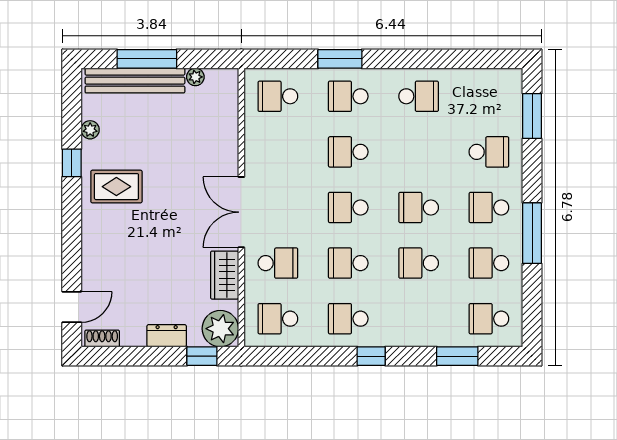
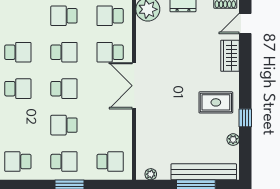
plant: (195, 77) -> (151, 174), moved
school desk: (348, 152) -> (64, 125), turned 180
double door: (241, 212) -> (134, 86), swing flipped
wardrobe: (225, 275) -> (230, 56), moved, turned 180
school desk: (278, 319) -> (110, 16), turned 180
school desk: (348, 319) -> (64, 16), turned 180

